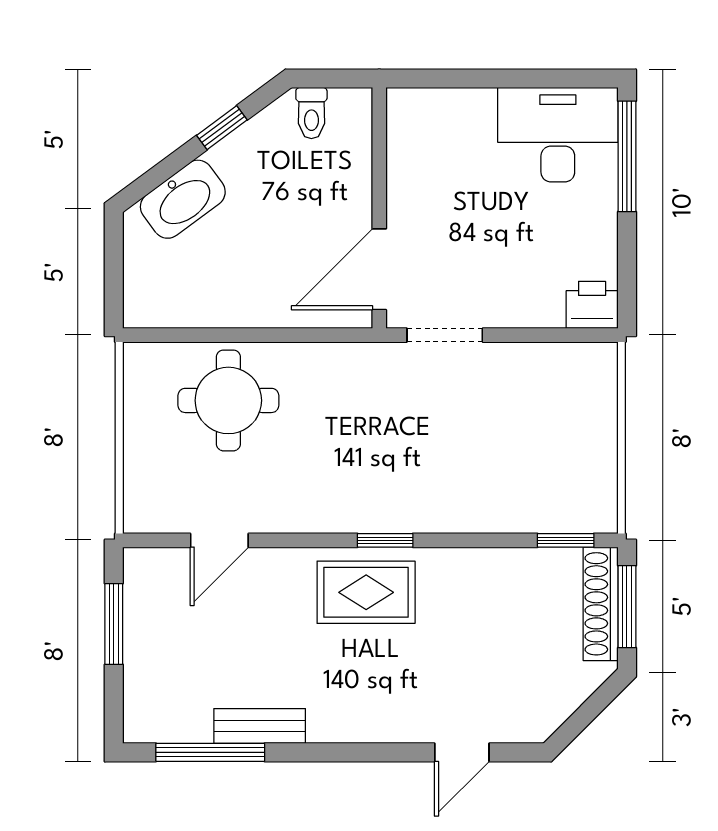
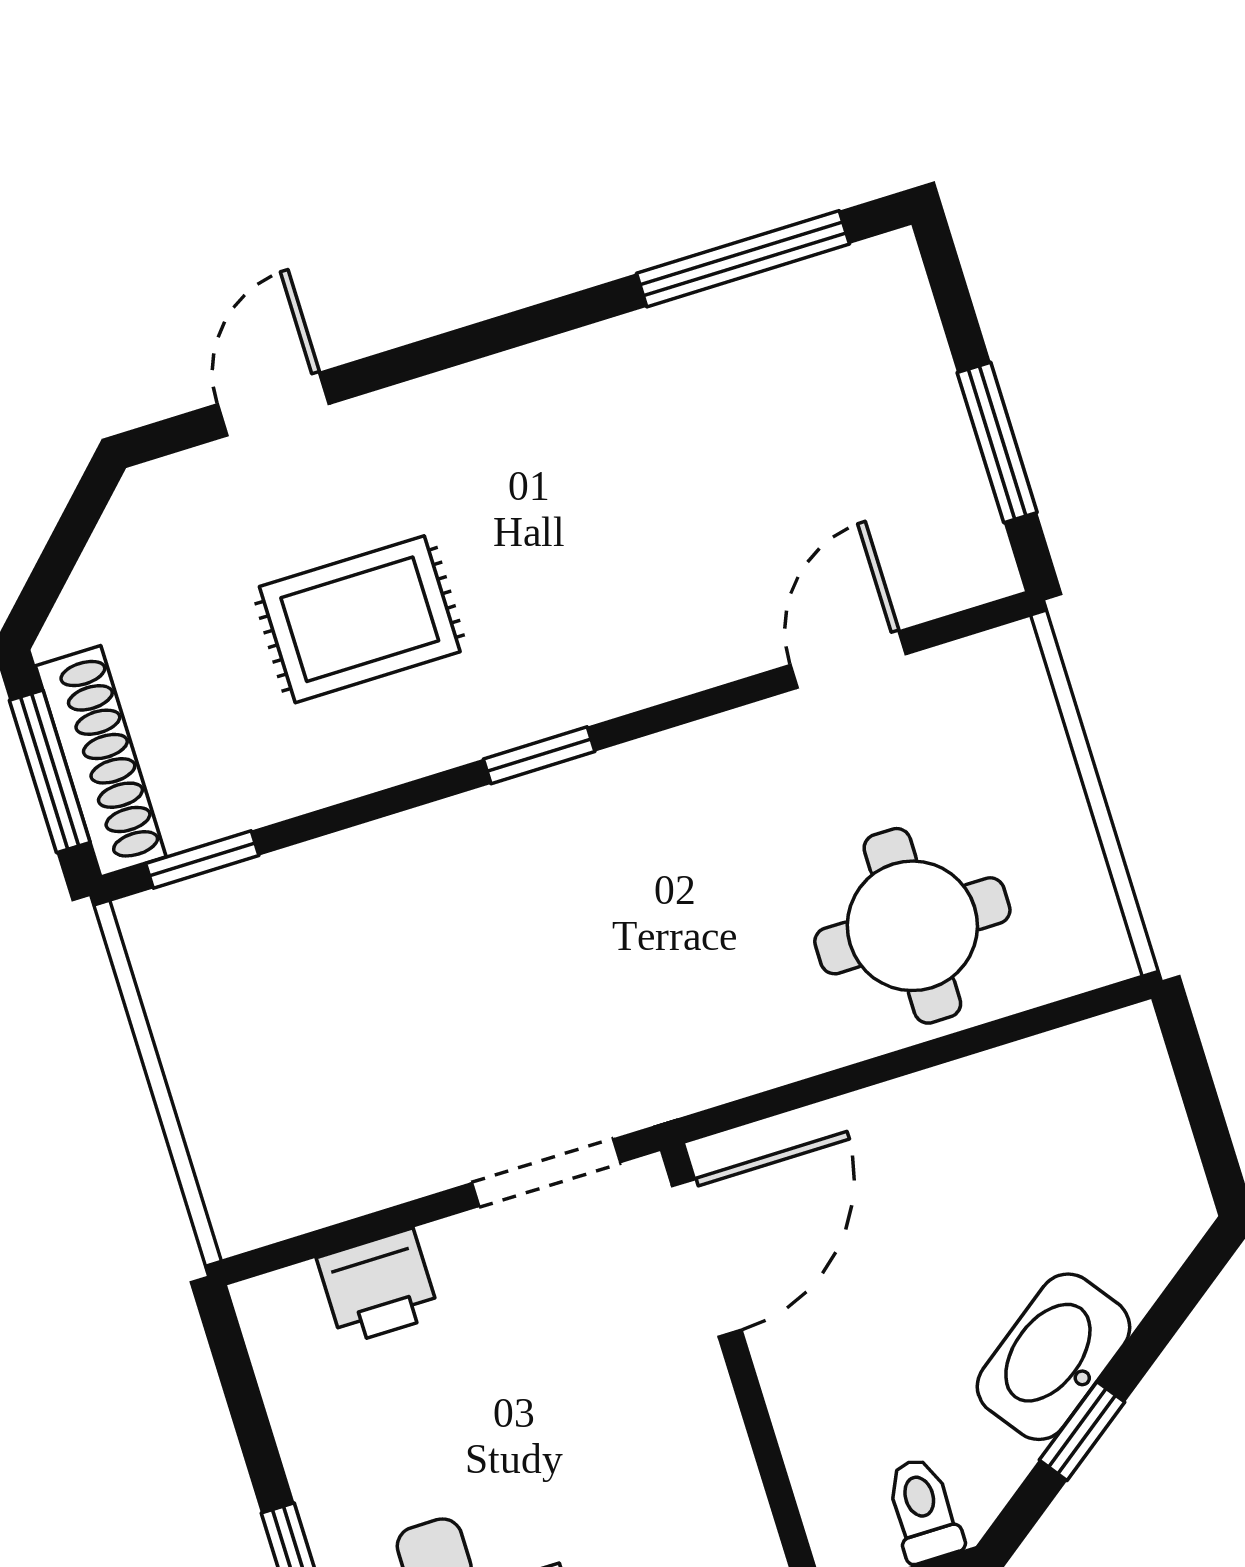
washbasin: (183, 199) -> (1053, 1357), moved
printer: (592, 305) -> (378, 1287), moved
rug: (366, 592) -> (360, 619), moved
bench: (260, 726) -> (666, 337), removed

